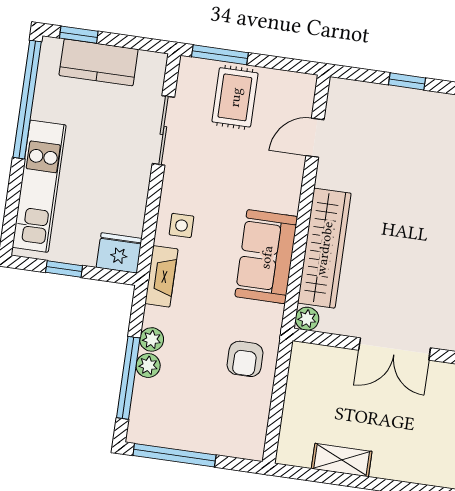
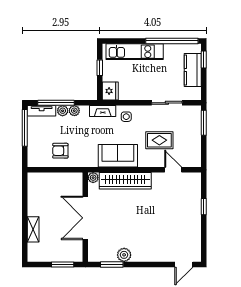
rug: (235, 97) -> (159, 140), moved
double door: (395, 349) -> (85, 218), width x1.37
armchair: (245, 359) -> (60, 151), moved
tv unit: (142, 412) -> (42, 111), added
shelving: (342, 460) -> (33, 229), moved

